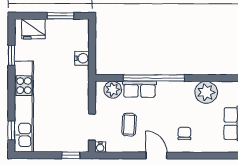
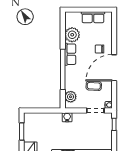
water cooler: (82, 58) -> (67, 117), moved
row of seats: (139, 89) -> (70, 54), moved
door: (156, 155) -> (114, 68), width x1.87

